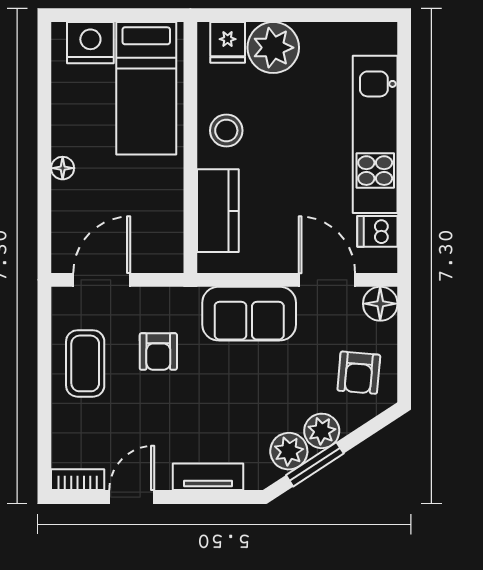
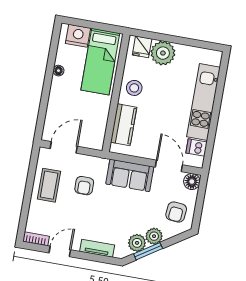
floor lamp: (63, 168) -> (58, 71), moved

